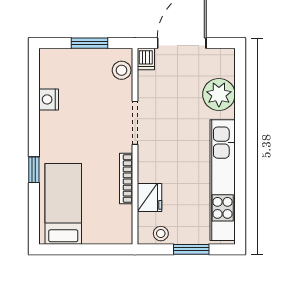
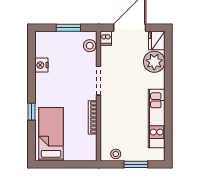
kitchen unit: (223, 180) -> (157, 119), width x0.73
fridge: (150, 197) -> (157, 41), moved, turned 180

